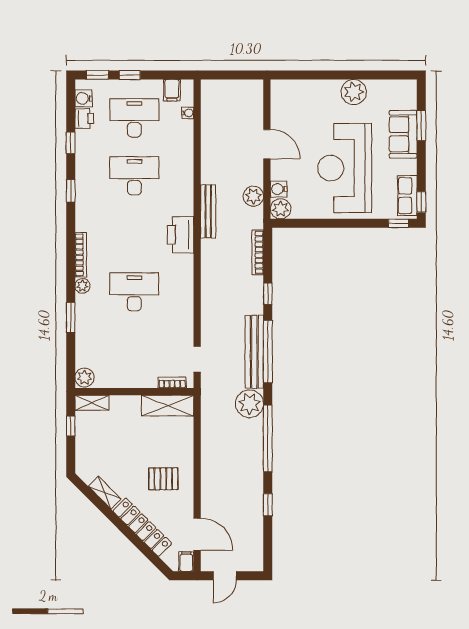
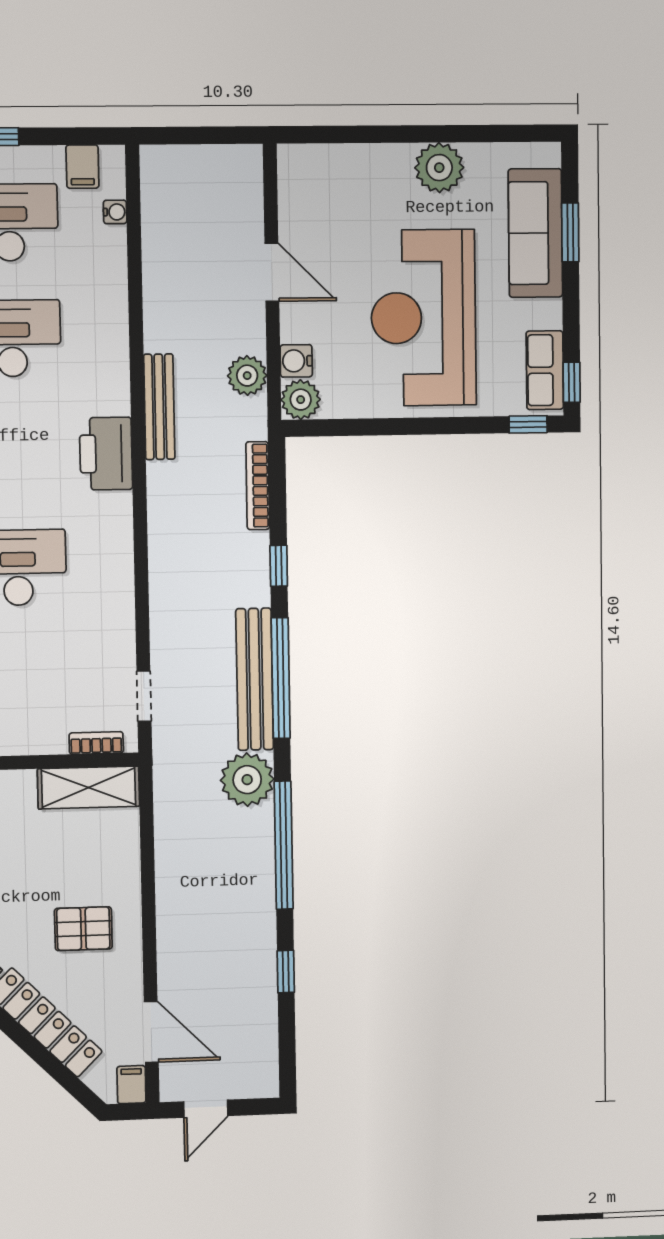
sofa: (403, 134) -> (535, 233), width x1.36

